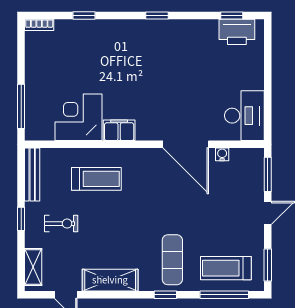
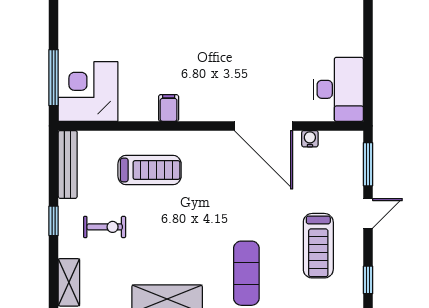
corner desk: (79, 117) -> (88, 91), moved
filing cabinet: (119, 130) -> (169, 108), width x0.50
window: (268, 265) -> (368, 280), width x0.67
treadmill: (226, 268) -> (318, 246), moved, turned -90

